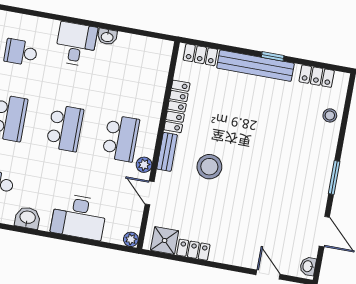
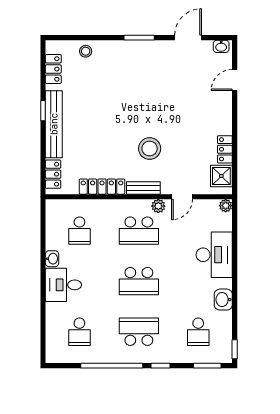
school desk: (133, 73) -> (79, 231), added
school desk: (65, 128) -> (139, 281), turned 180
school desk: (121, 138) -> (139, 231), turned 180

